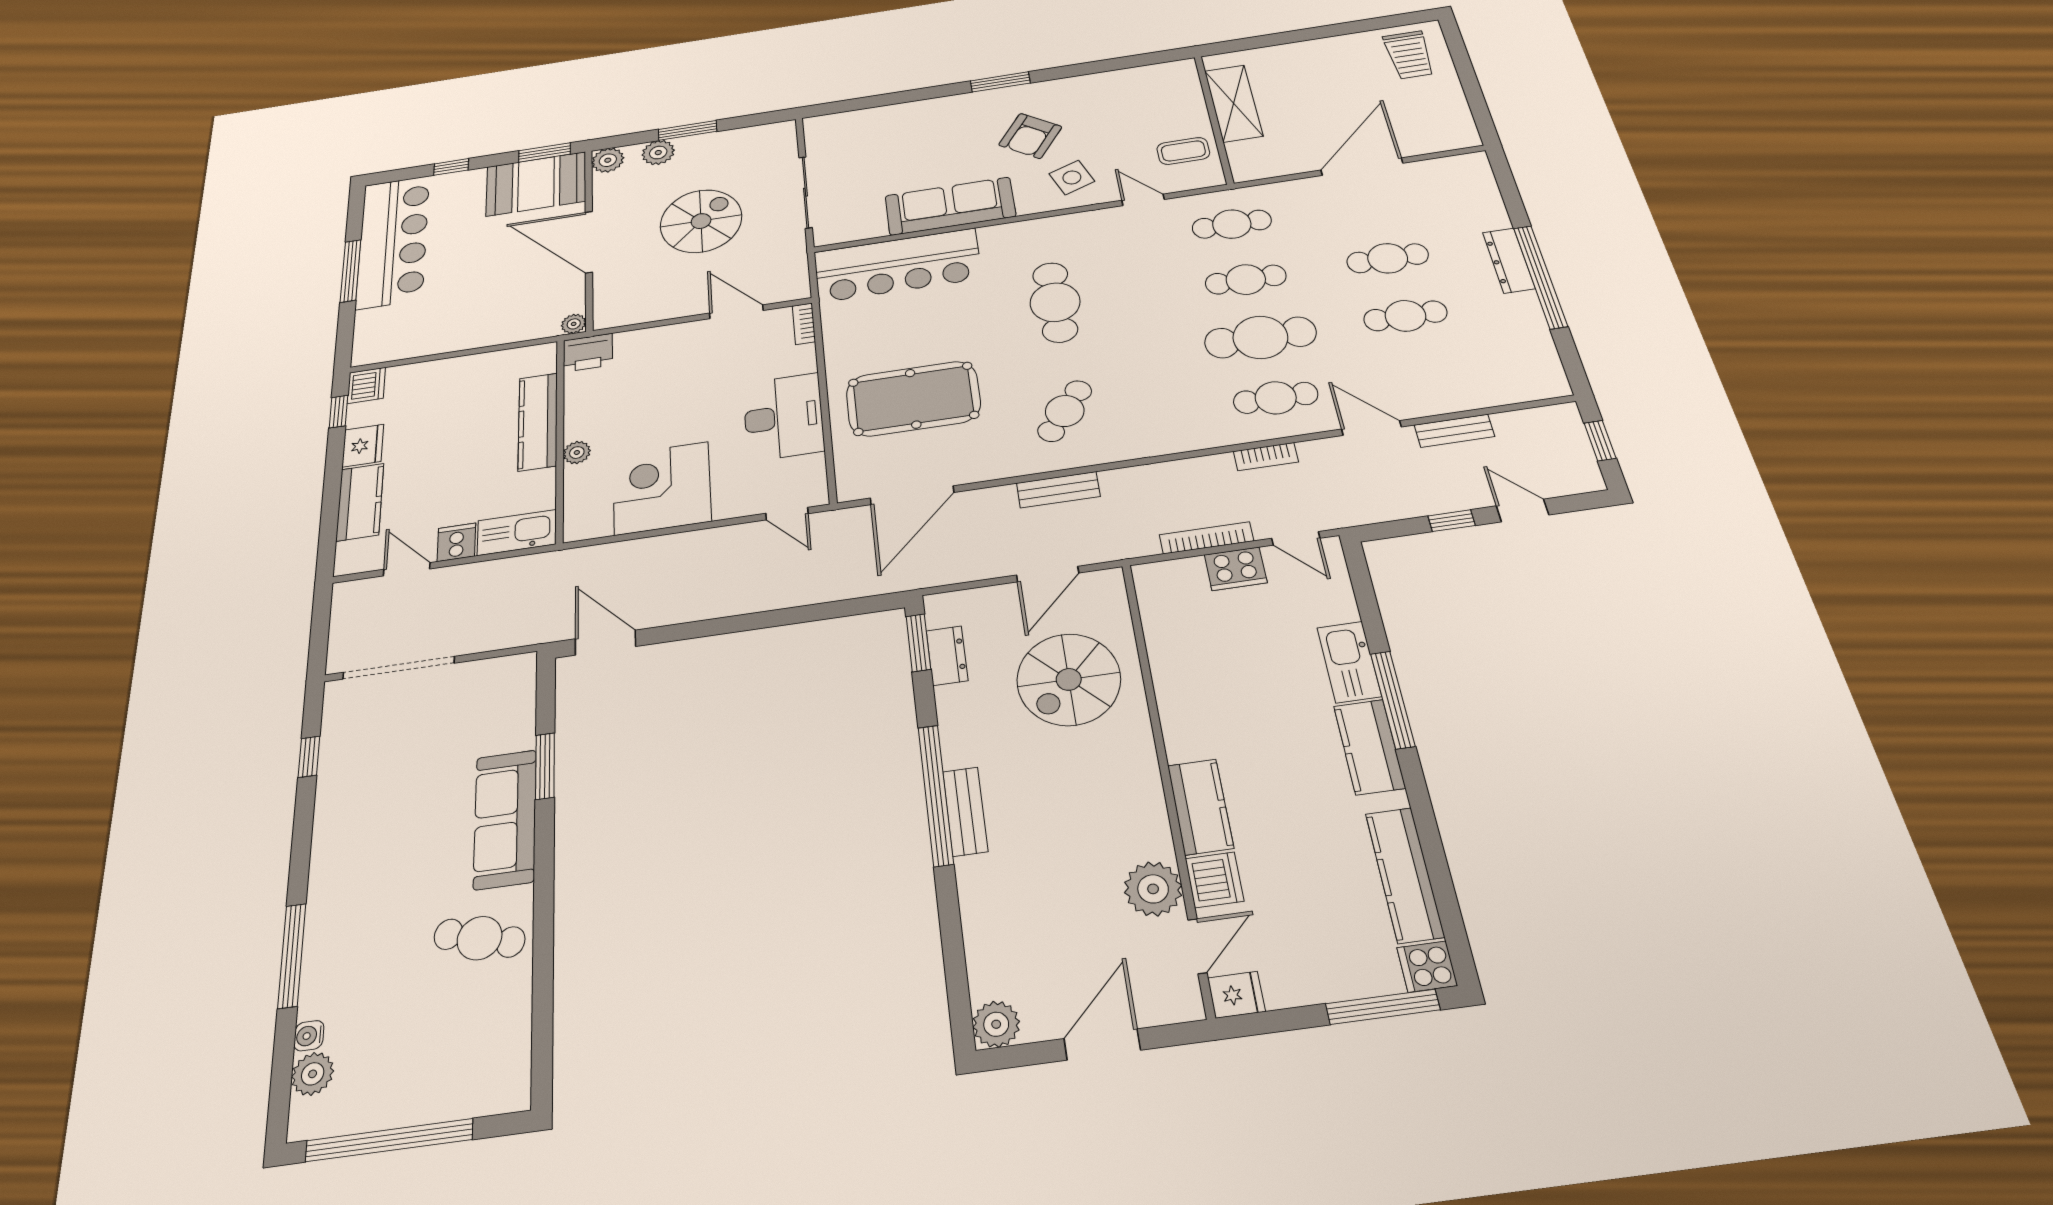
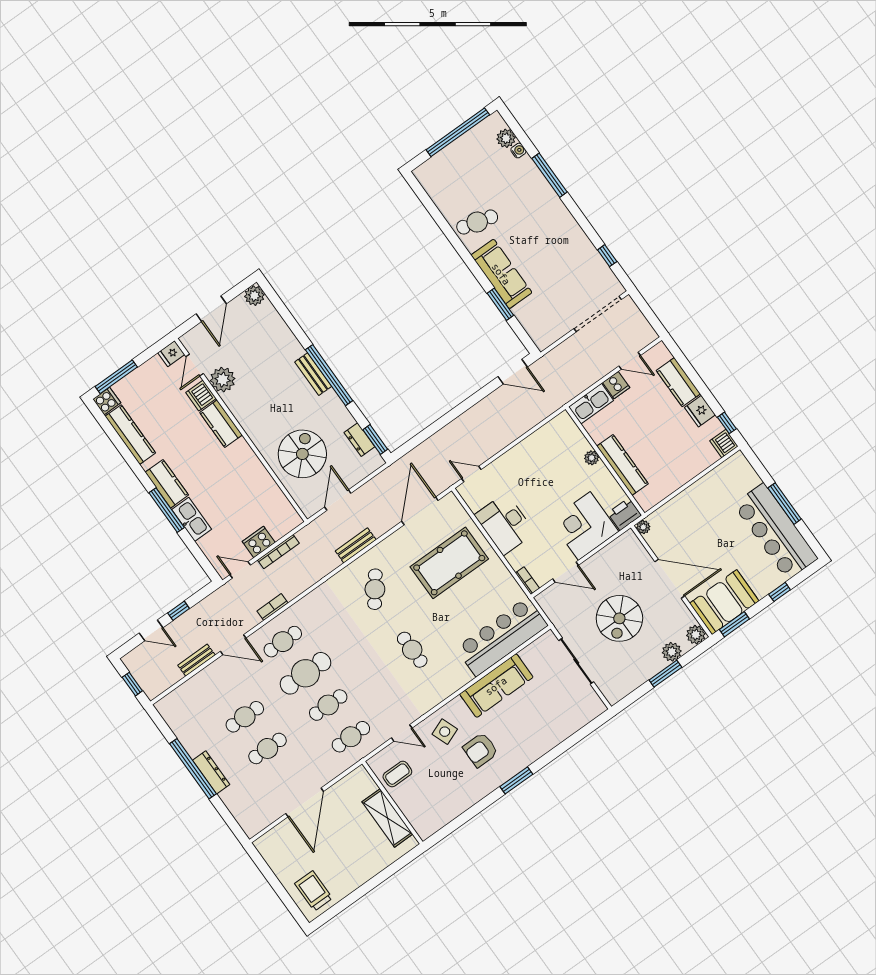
armchair: (1030, 136) -> (481, 750), turned -125
cafe table: (1055, 302) -> (412, 650), width x0.73, depth x0.74
corner desk: (662, 488) -> (584, 526), moved, turned 180

